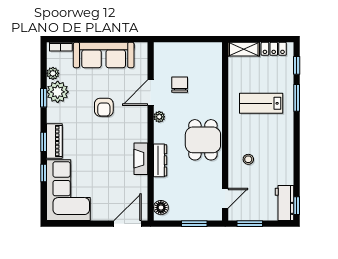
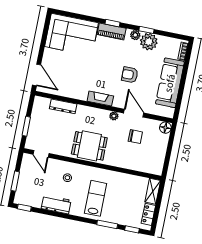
plant: (53, 73) -> (135, 35), moved
lab bench: (261, 103) -> (96, 198), moved
fireplace: (141, 159) -> (100, 99), moved
dresser: (160, 160) -> (63, 106), moved
window: (44, 173) -> (89, 18), removed
workbench: (284, 203) -> (56, 204), moved
floor lamp: (161, 208) -> (165, 128), moved
window: (250, 224) -> (15, 181), moved

